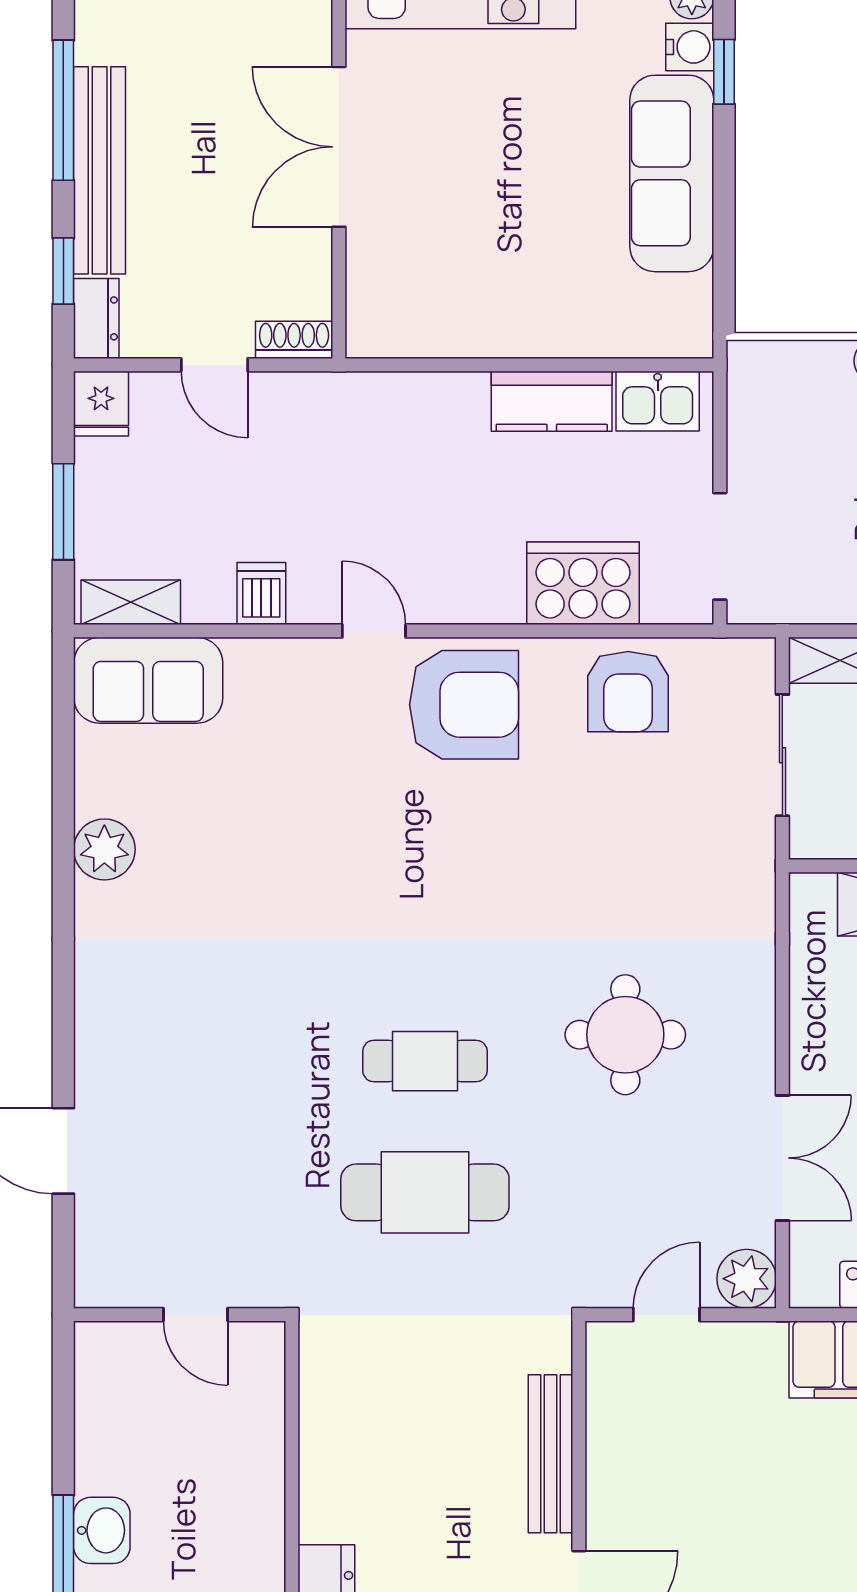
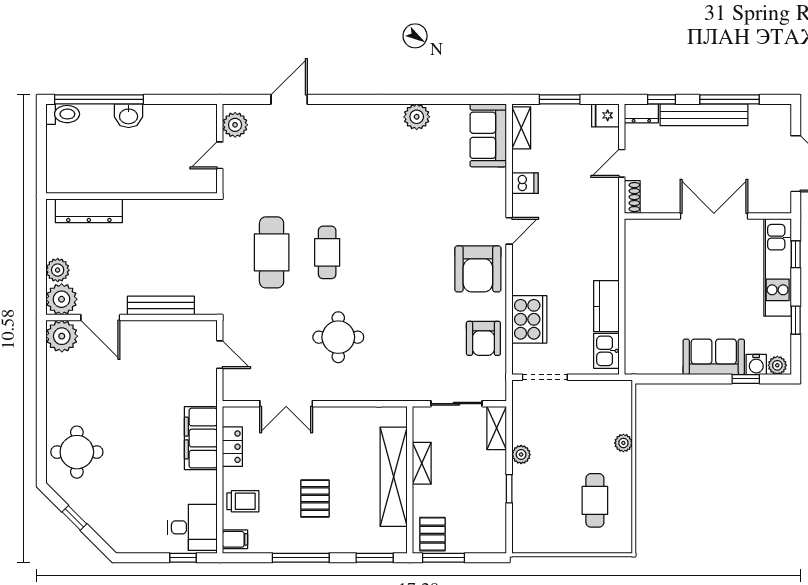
sofa: (672, 173) -> (714, 357), width x0.73
armchair: (628, 692) -> (483, 338), turned -90
plant: (747, 1279) -> (235, 125), moved

